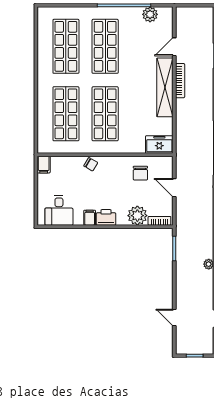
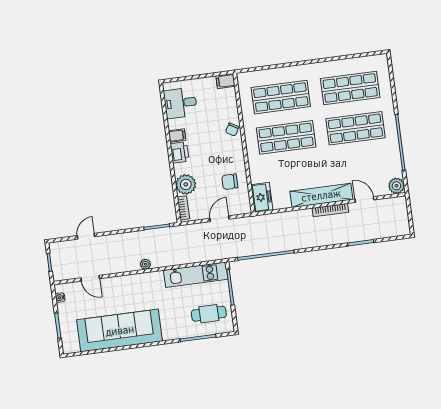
plant: (150, 14) -> (396, 186), moved

